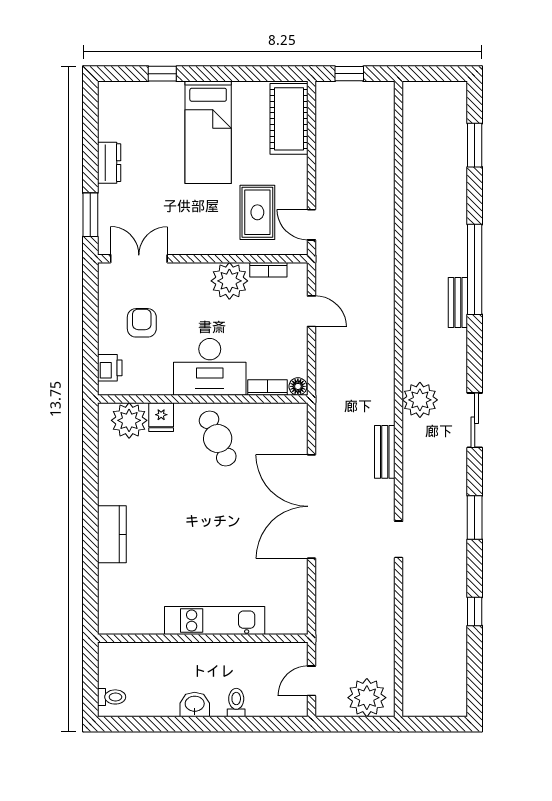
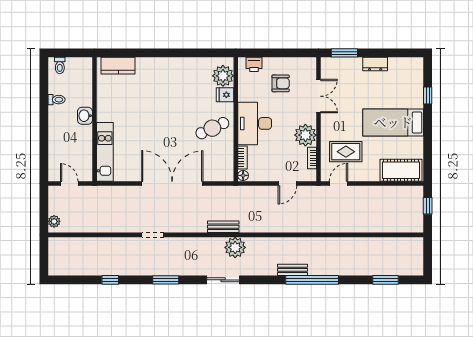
double door: (139, 259) -> (318, 96), moved
bench: (385, 452) -> (223, 227), moved
kitchen counter: (112, 534) -> (118, 66), moved
kitchen unit: (215, 621) -> (105, 152), moved
plant: (367, 698) -> (54, 221), width x0.53, depth x0.53
toilet: (236, 703) -> (56, 100), moved
washbasin: (195, 704) -> (85, 116), moved, turned 180

